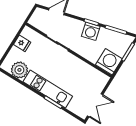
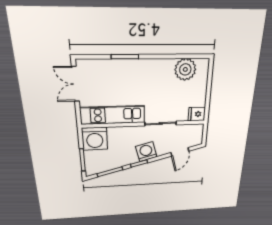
washing machine: (91, 31) -> (146, 152), moved
fridge: (22, 43) -> (197, 114), moved
kitchen unit: (48, 89) -> (113, 115), moved, turned 180

